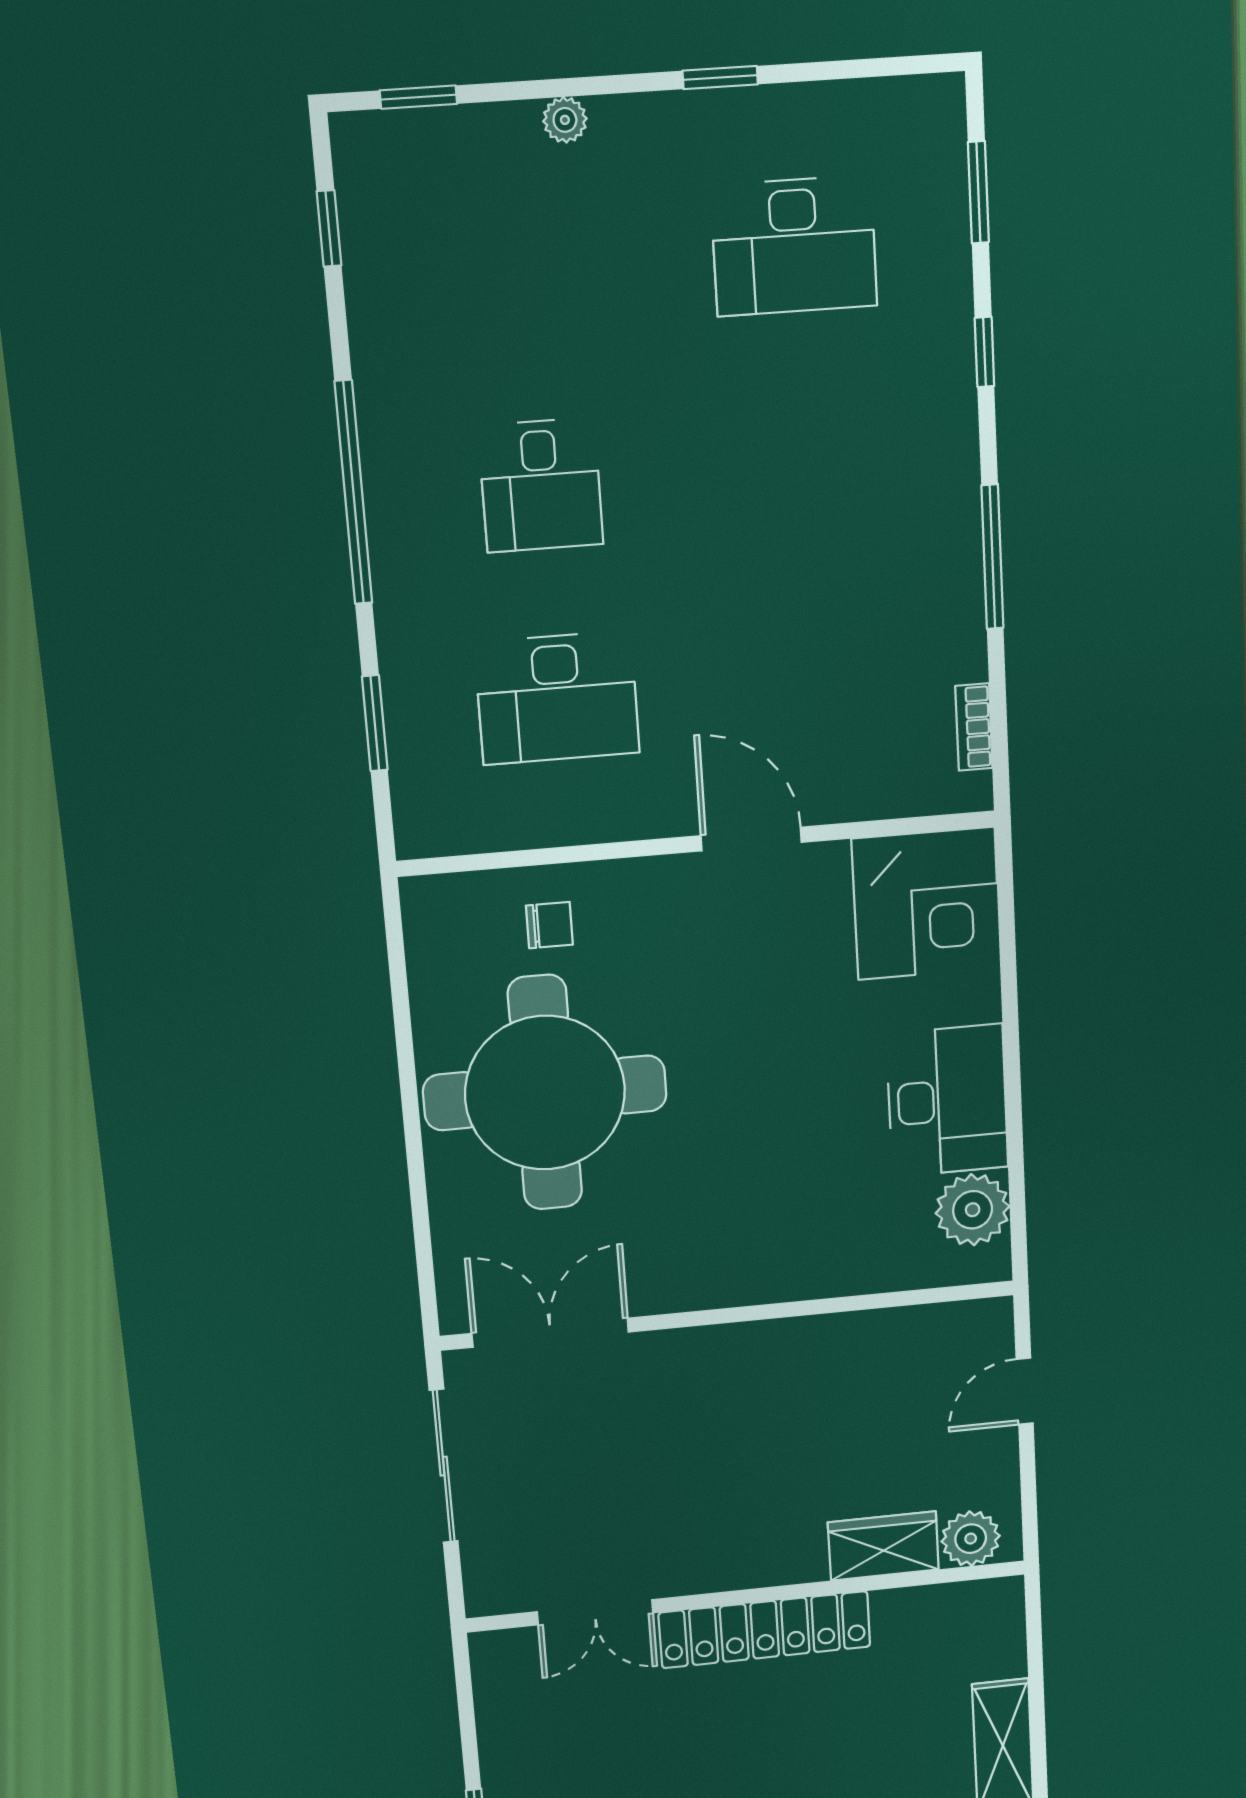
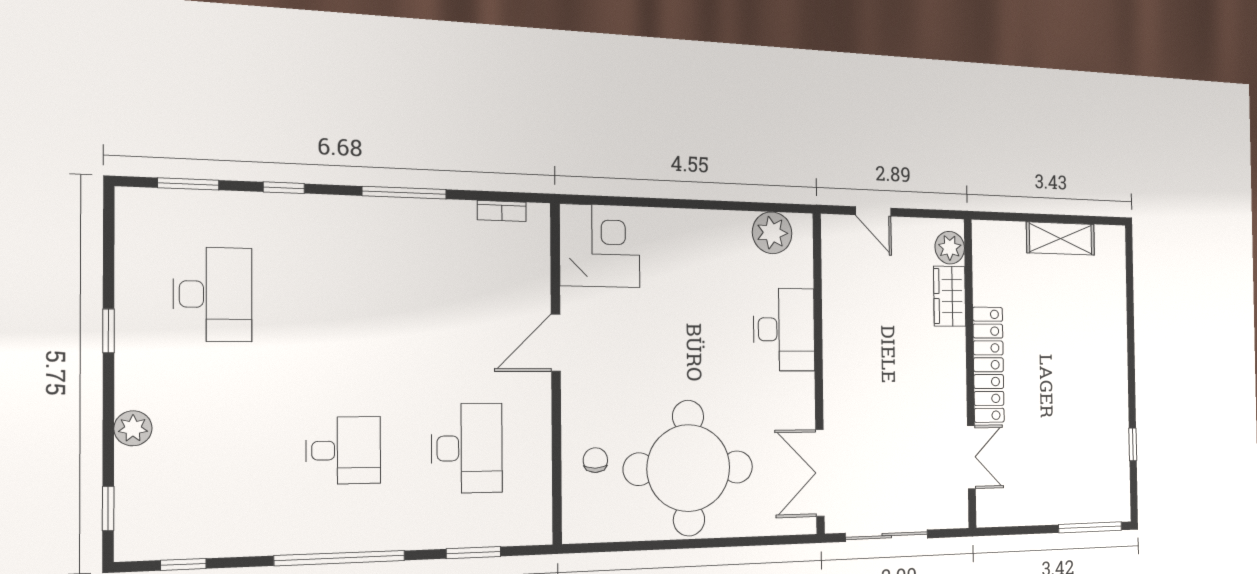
plant: (565, 120) -> (133, 428), width x1.38, depth x1.38
desk: (947, 1101) -> (784, 330), moved, turned 90

